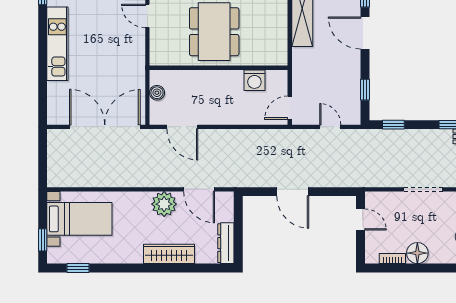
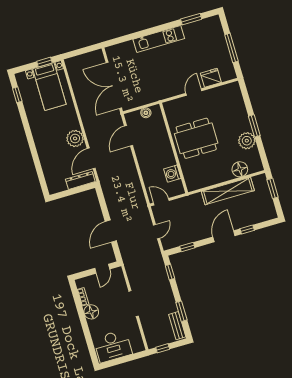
double door: (105, 127) -> (114, 85), swing flipped
door: (293, 192) -> (111, 231), moved
window: (43, 240) -> (44, 62), moved
dresser: (226, 243) -> (80, 180), moved
wardrobe: (169, 254) -> (44, 151), removed

